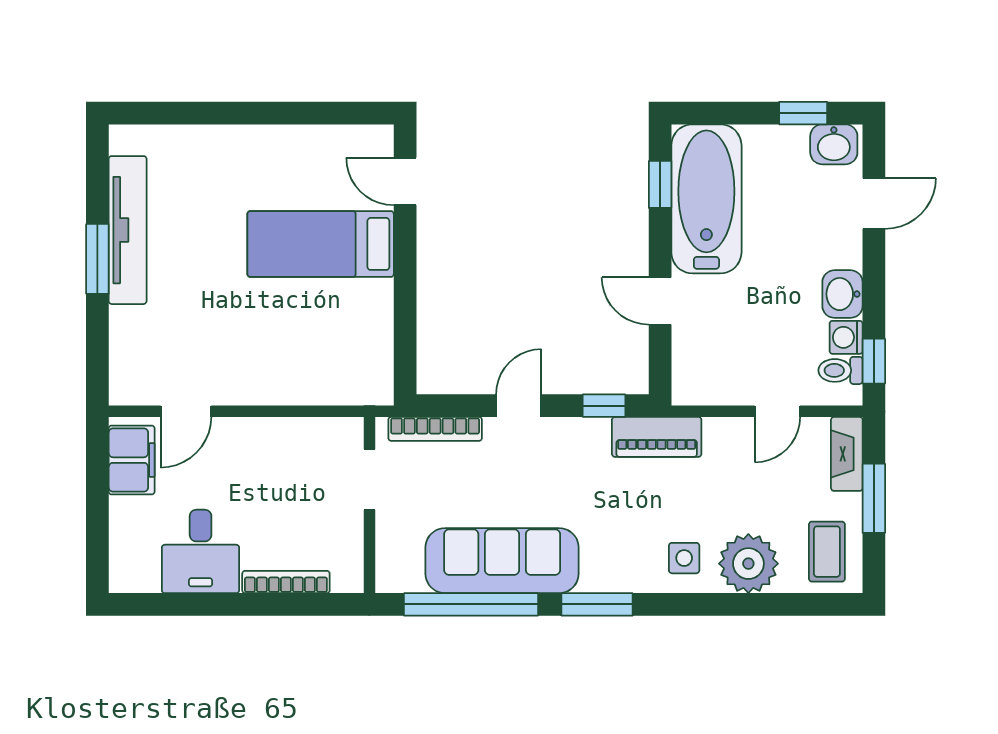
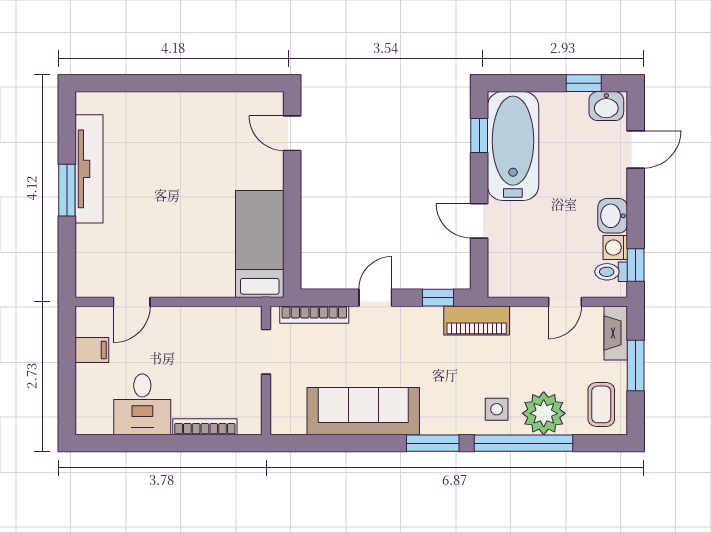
bed: (321, 244) -> (260, 244), moved, turned 90
filing cabinet: (132, 460) -> (92, 350), width x0.50
window: (471, 604) -> (524, 443), moved

